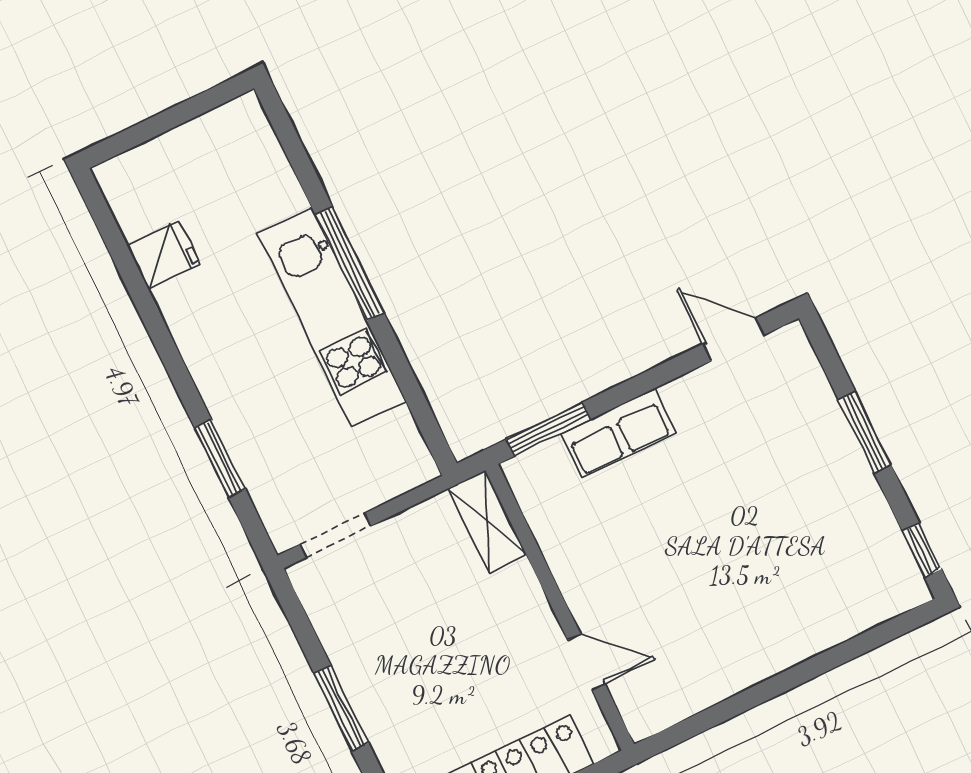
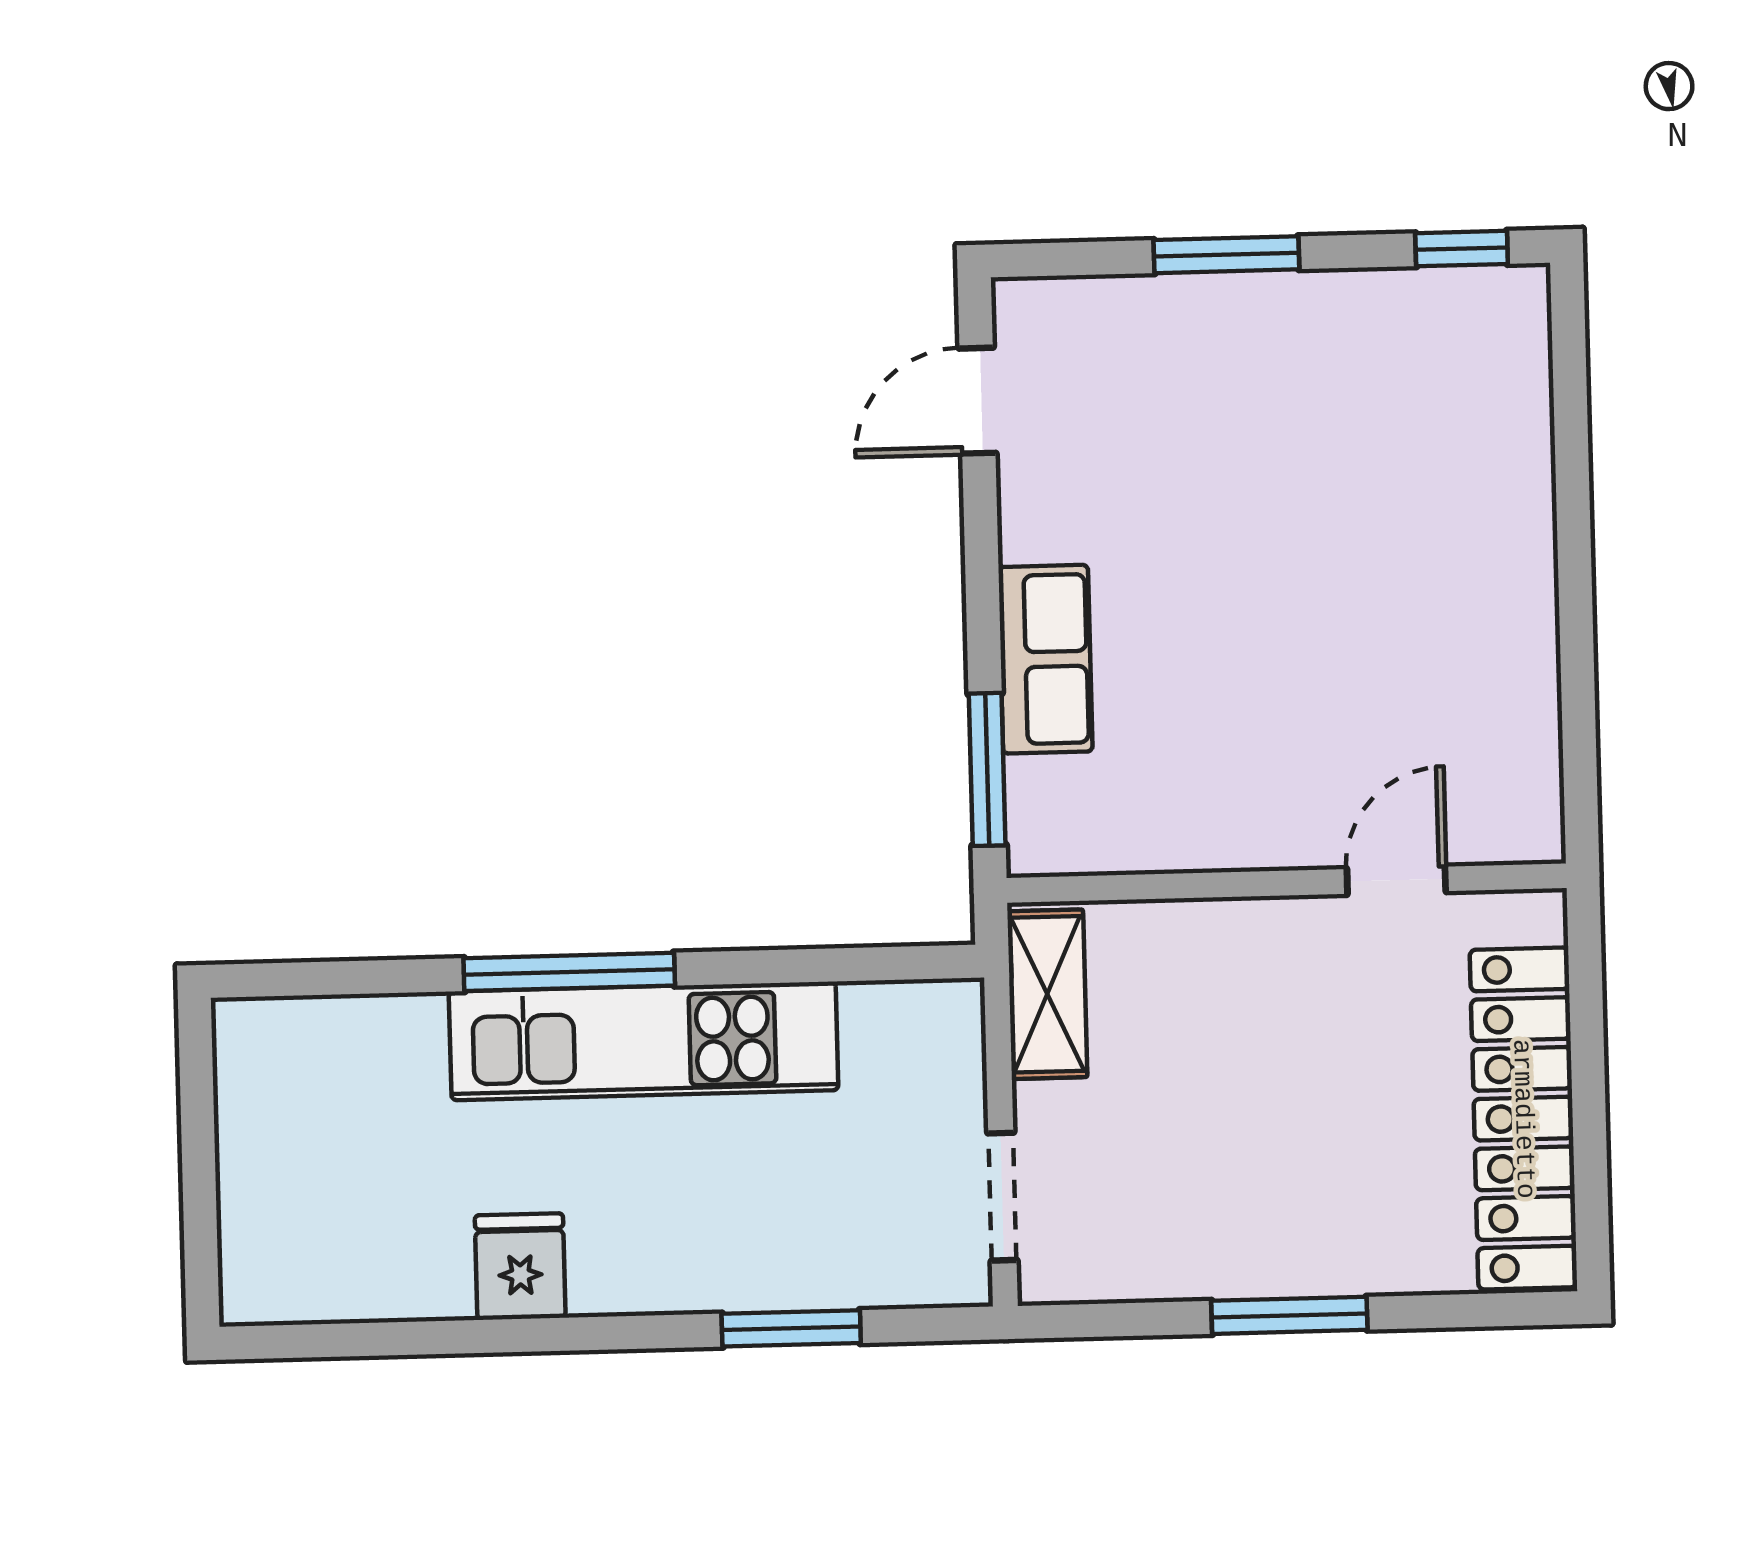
fridge: (164, 255) -> (520, 1267), moved
shelving: (487, 521) -> (1047, 994), moved, turned 90

